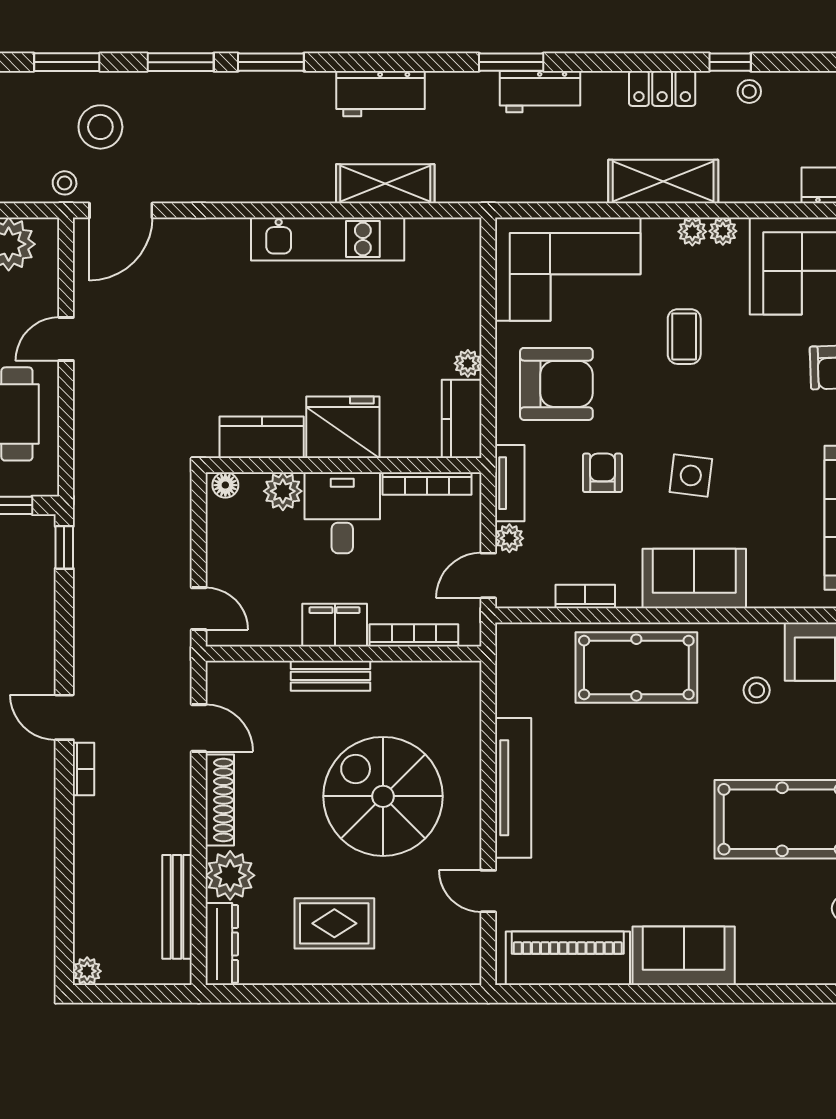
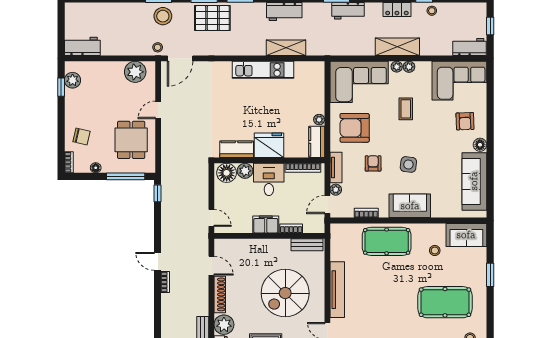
pallet: (201, 110) -> (212, 18), added
stool: (100, 127) -> (163, 16), moved
plant: (723, 231) -> (397, 67), moved
armchair: (556, 384) -> (355, 128), turned 180
floor lamp: (225, 485) -> (227, 173), width x1.89, depth x1.89
bookcase: (414, 635) -> (291, 229), width x0.64
bench: (330, 676) -> (307, 245), moved
spiral stairs: (383, 796) -> (285, 293), turned -90

